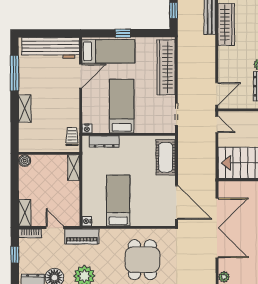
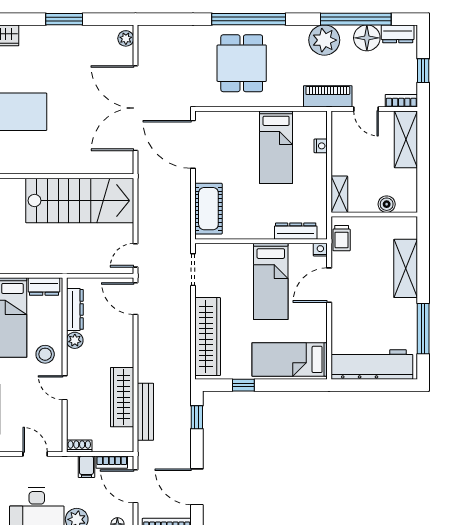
window: (123, 33) -> (243, 385), moved
door: (81, 76) -> (329, 285), moved
door: (217, 94) -> (136, 299), hinge flipped
shelving: (25, 109) -> (406, 268), width x1.50, depth x1.33
door: (217, 124) -> (136, 255), hinge flipped
boiler: (25, 161) -> (387, 204), moved
shelving: (25, 213) -> (406, 139), width x1.50, depth x1.33
nightstand: (87, 221) -> (321, 146), moved

